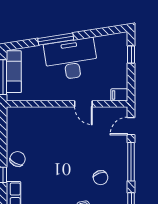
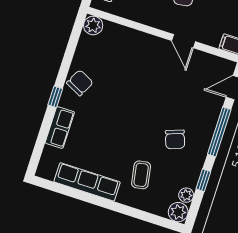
plant: (14, 114) -> (93, 25), added

